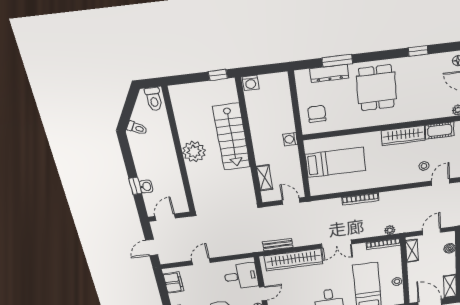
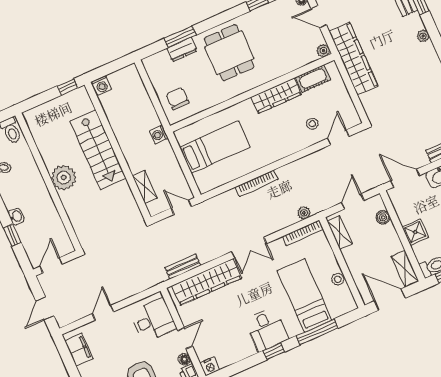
dresser: (329, 73) -> (182, 50), width x0.70
washbasin: (146, 187) -> (16, 217), moved

